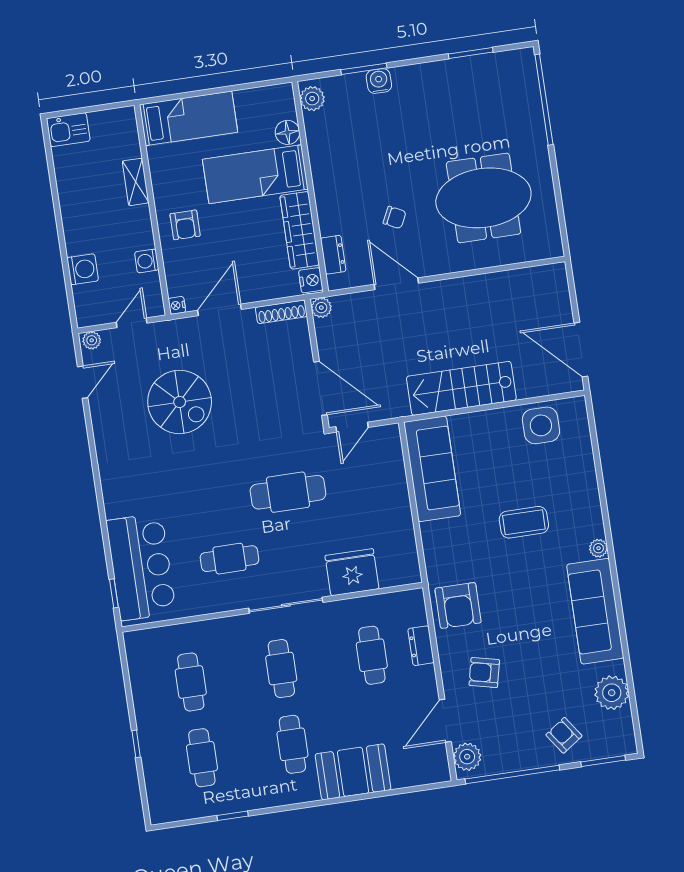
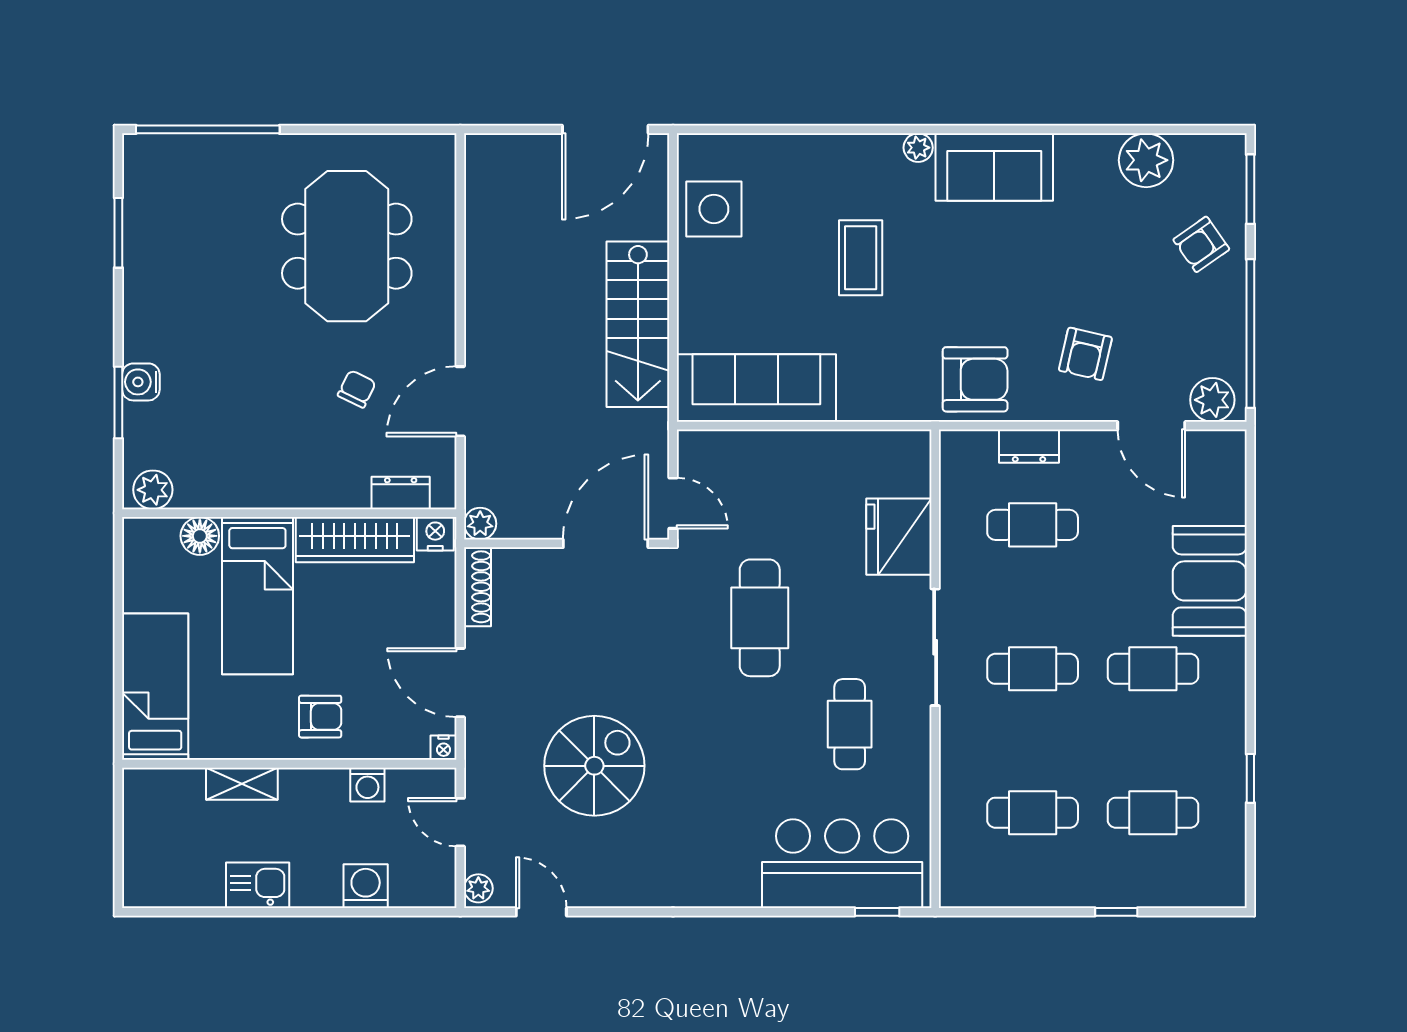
kitchen sink: (68, 130) -> (258, 885), moved, turned -90
sofa: (595, 611) -> (994, 167), width x0.73

